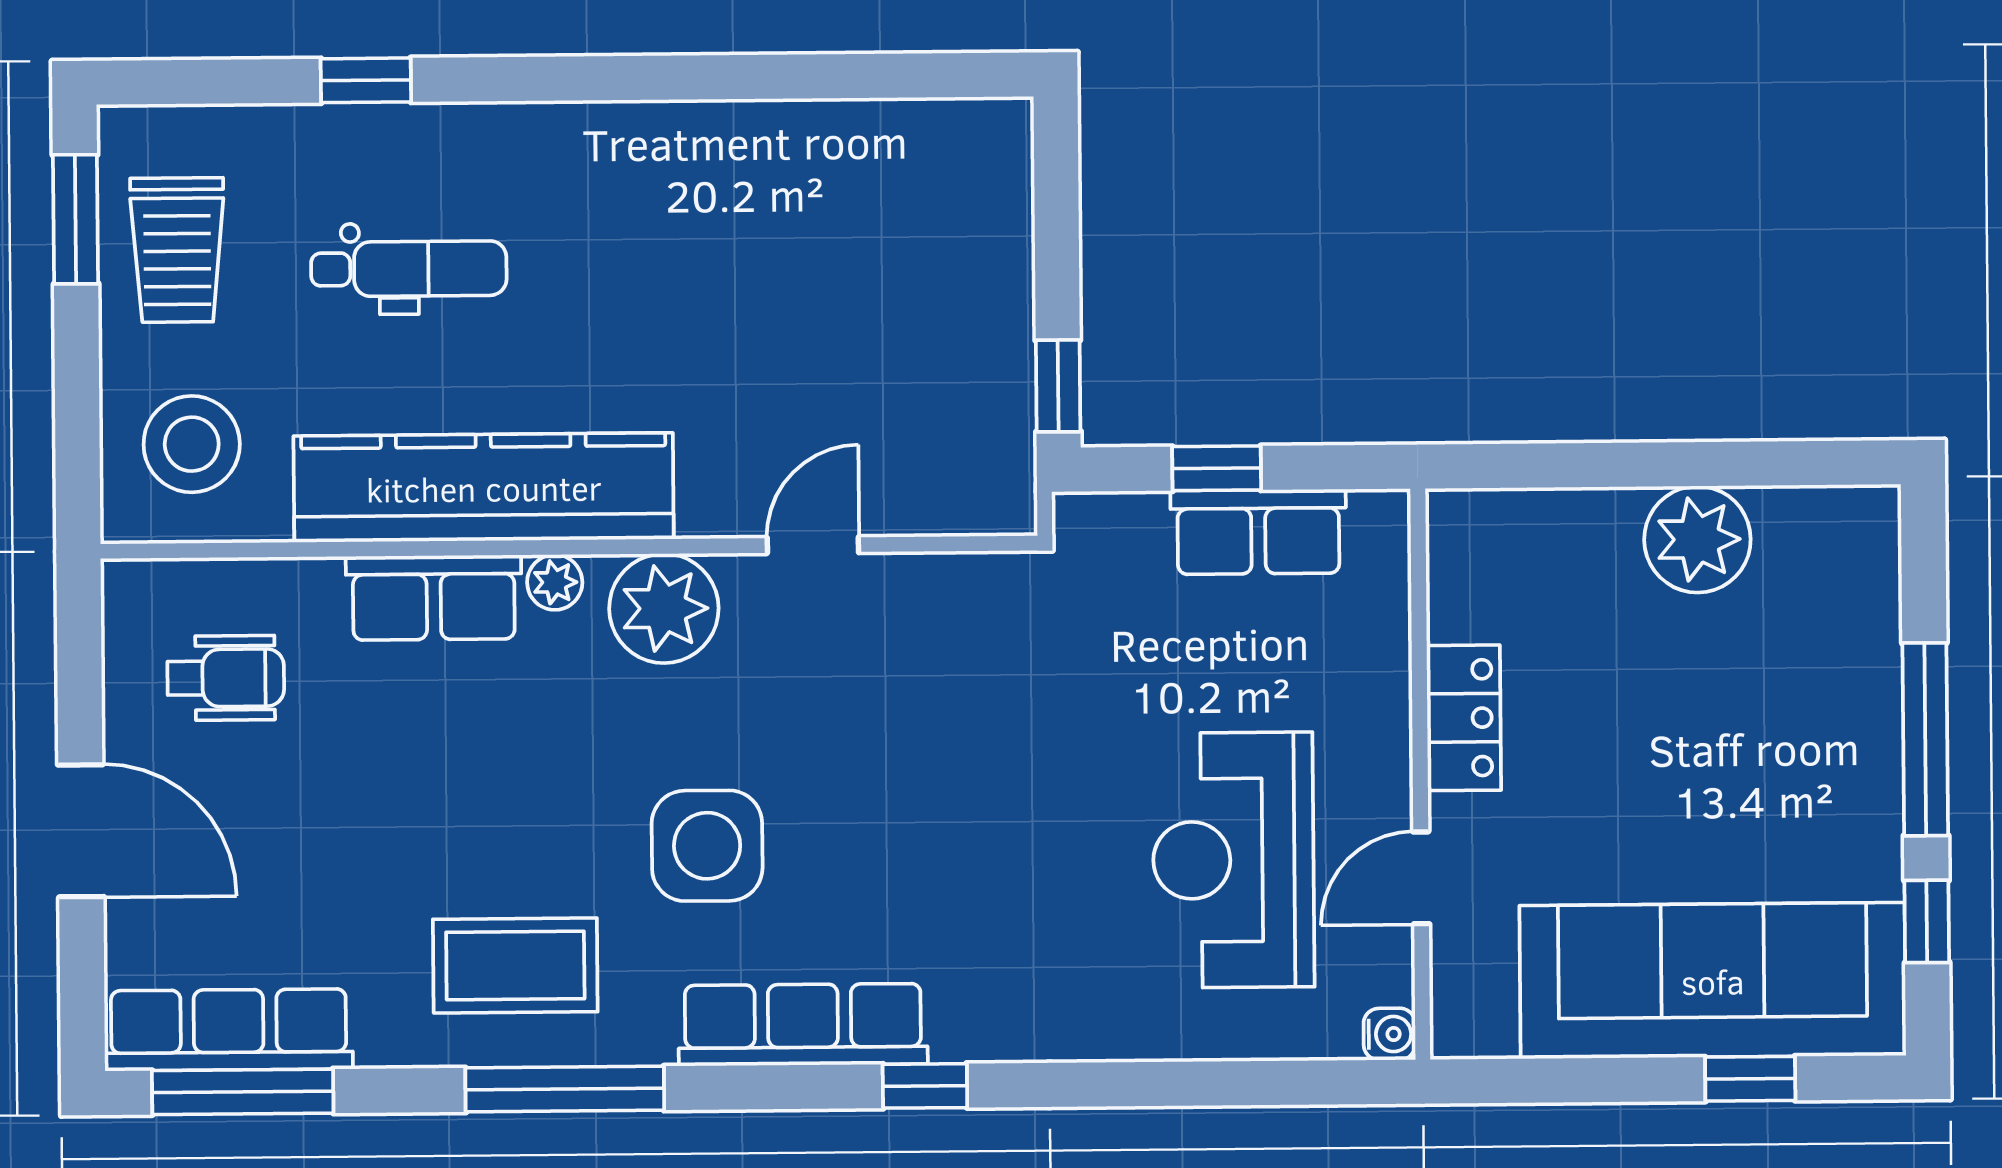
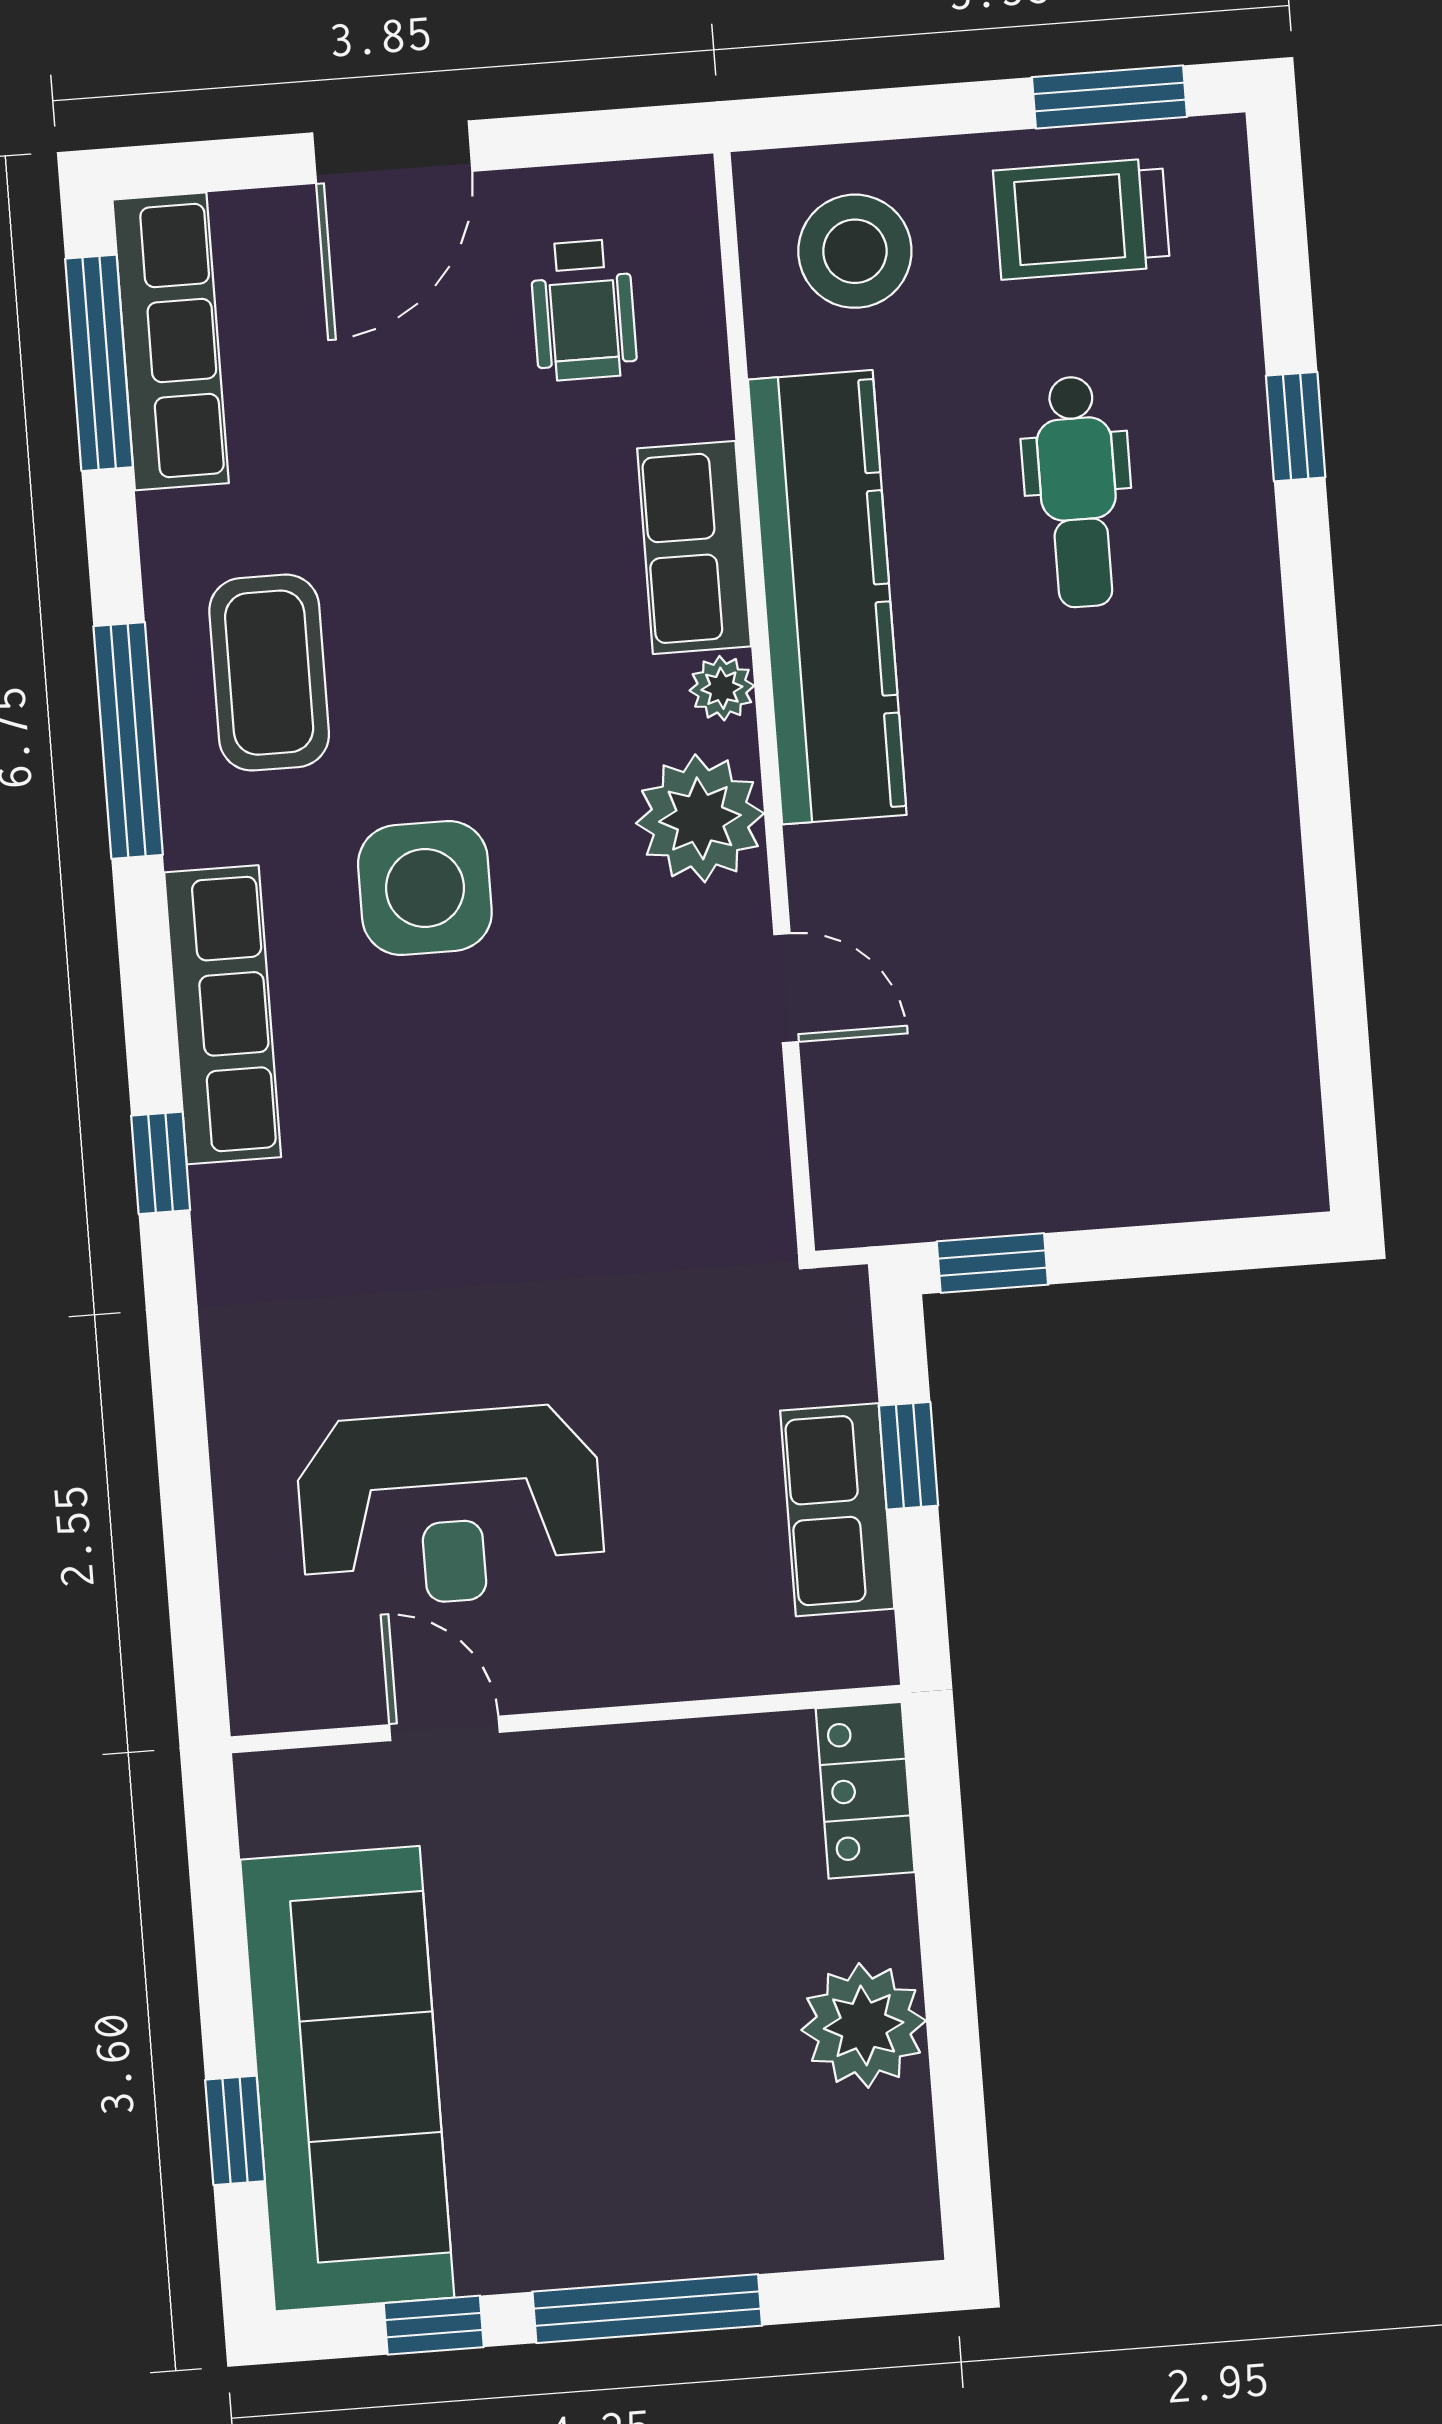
locker: (1464, 718) -> (865, 1790), moved, turned 90
reception desk: (1233, 860) -> (450, 1507), turned 180
water cooler: (1389, 1034) -> (259, 1704), removed

